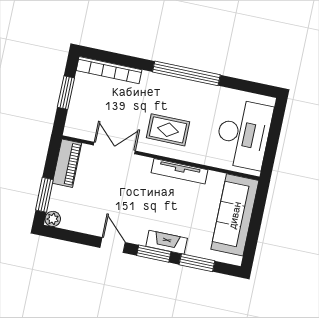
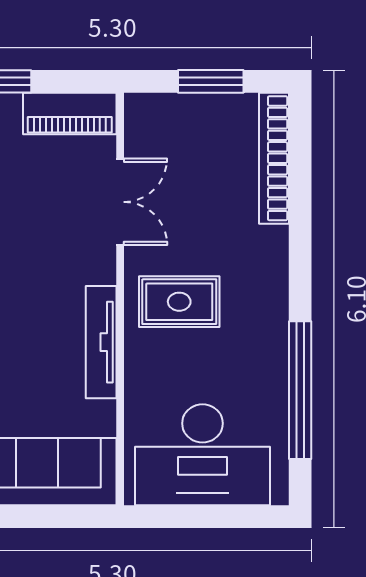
window: (186, 73) -> (300, 390), moved
rug: (168, 130) -> (179, 302), turned 90

